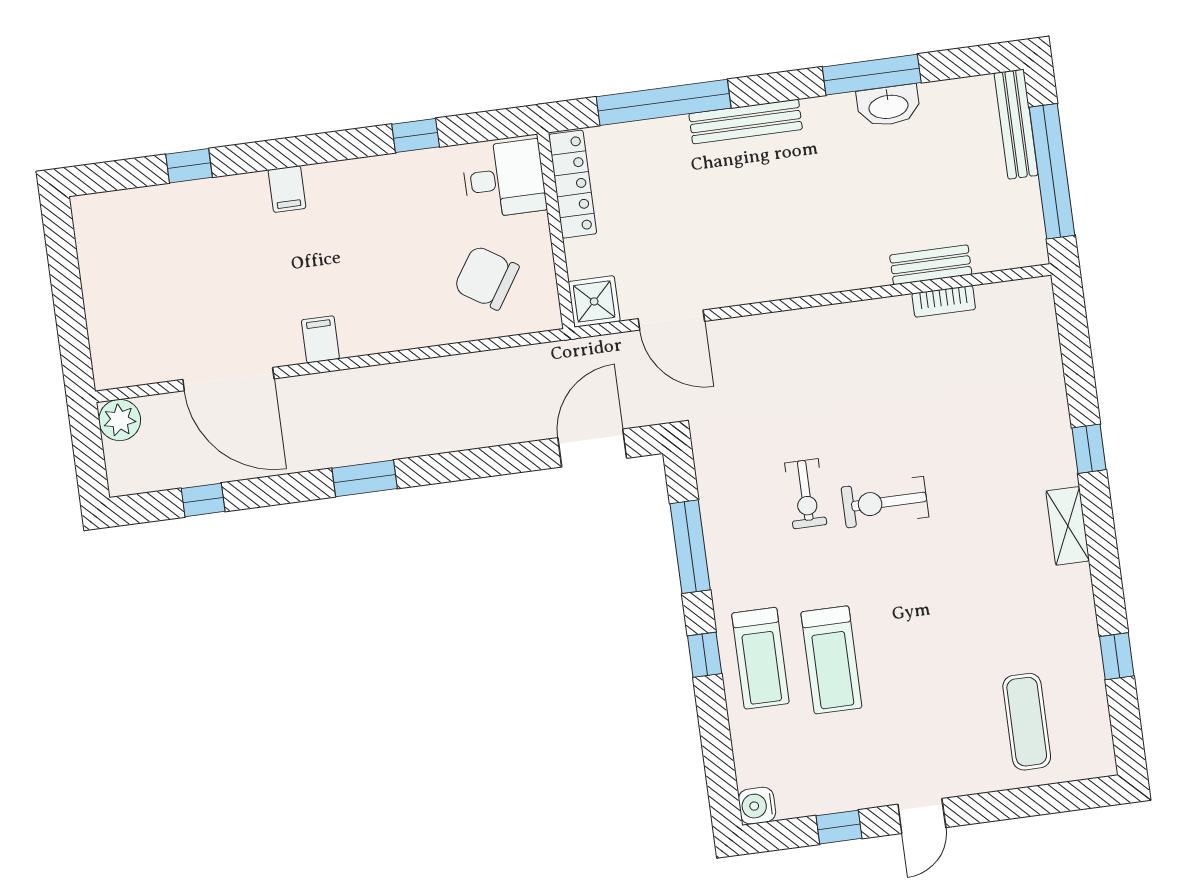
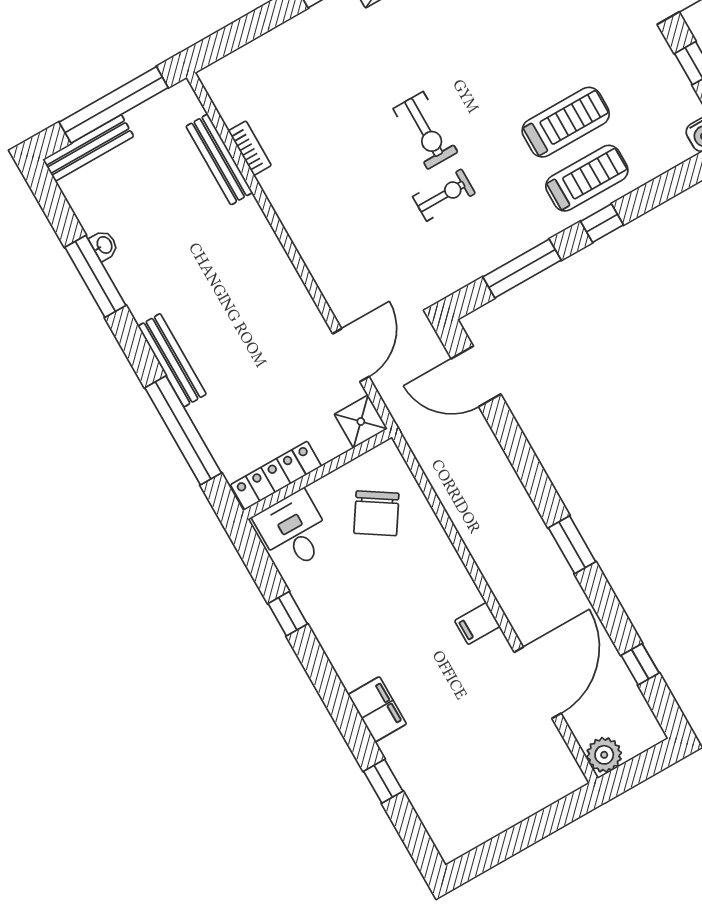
washbasin: (888, 106) -> (104, 245), width x0.52, depth x0.69
filing cabinet: (287, 189) -> (377, 709), width x2.00
bench: (931, 265) -> (219, 159), width x1.36

